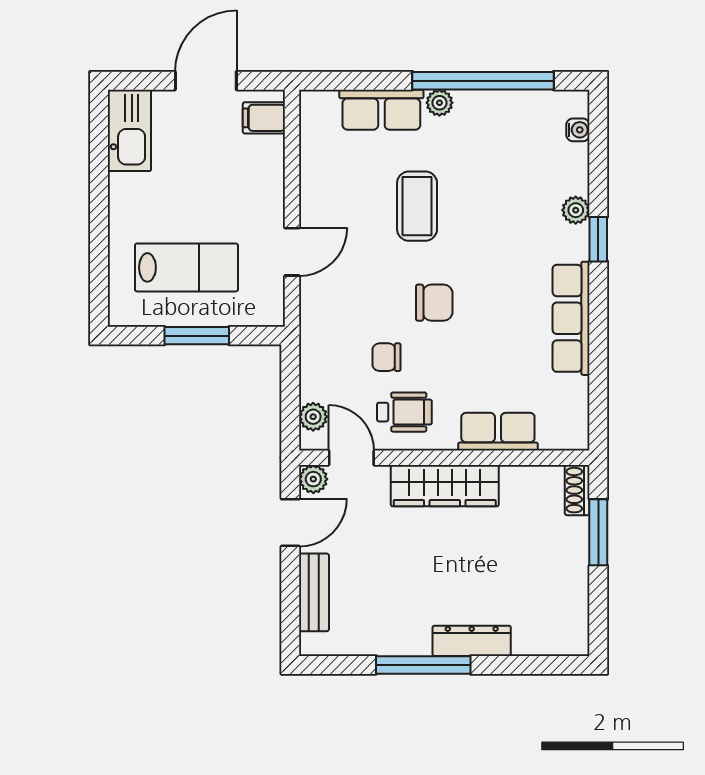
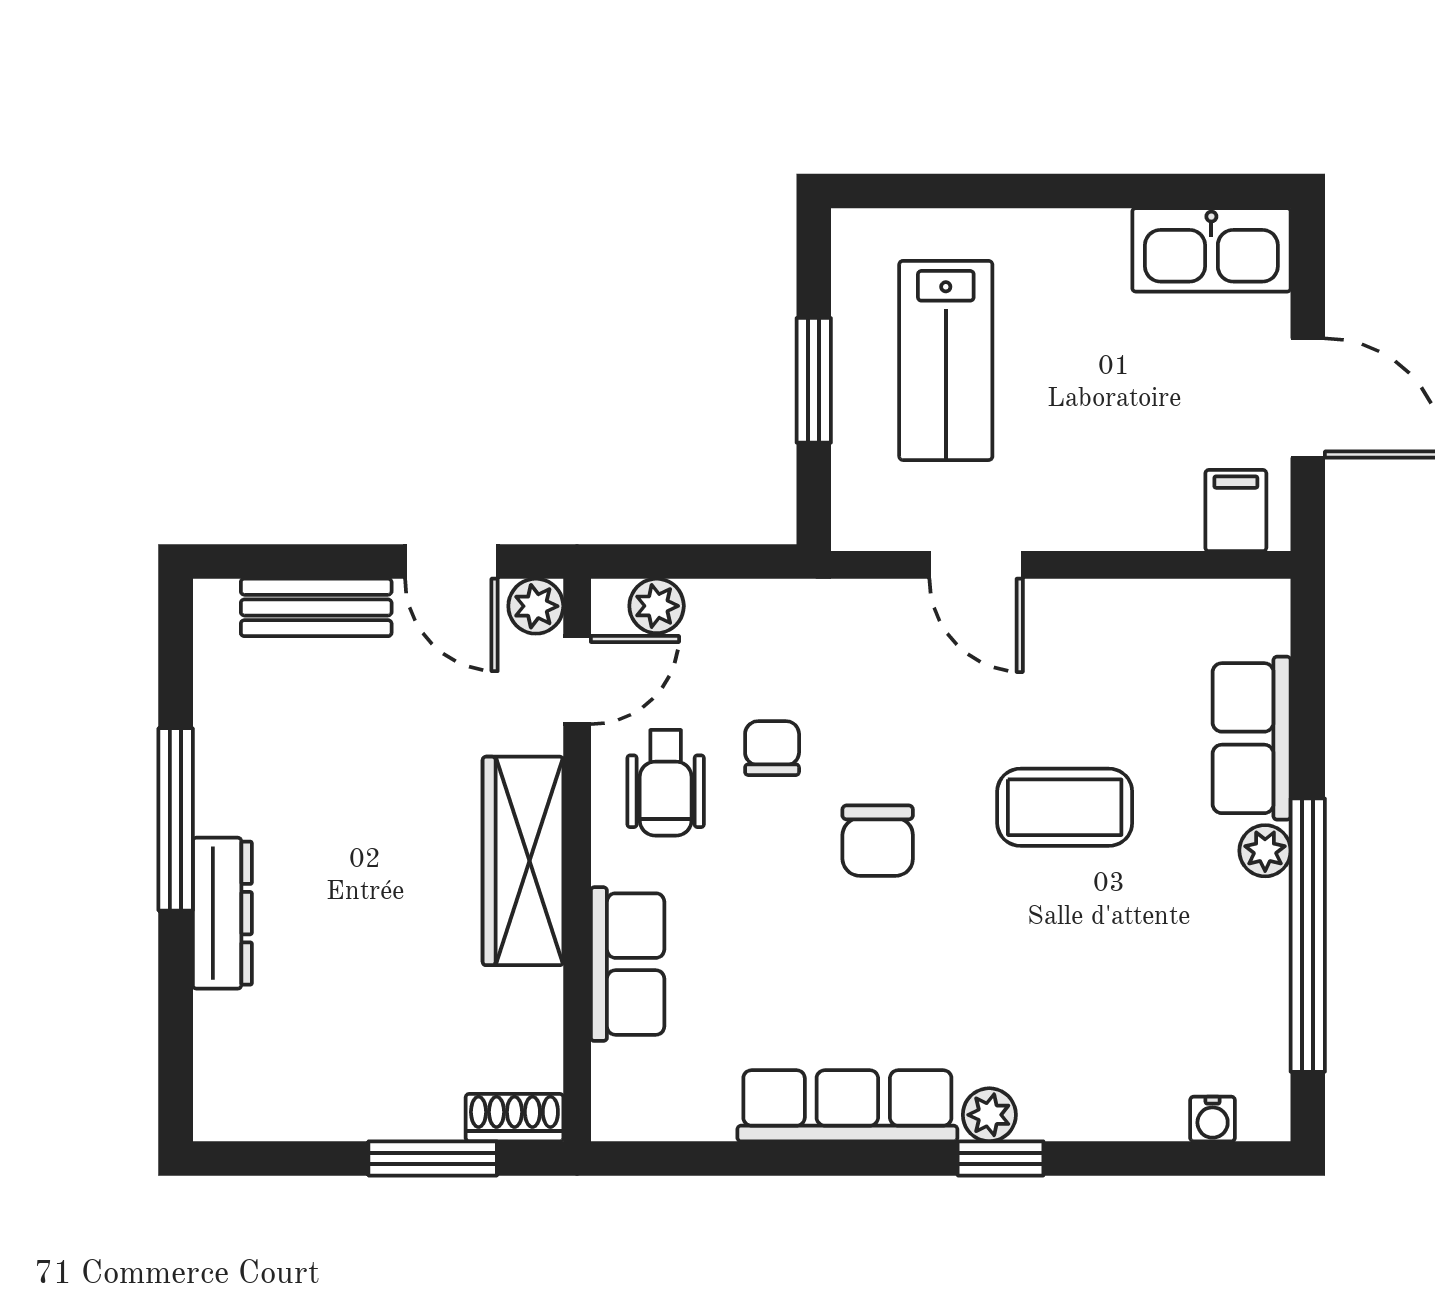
plant: (576, 210) -> (989, 1115), moved

